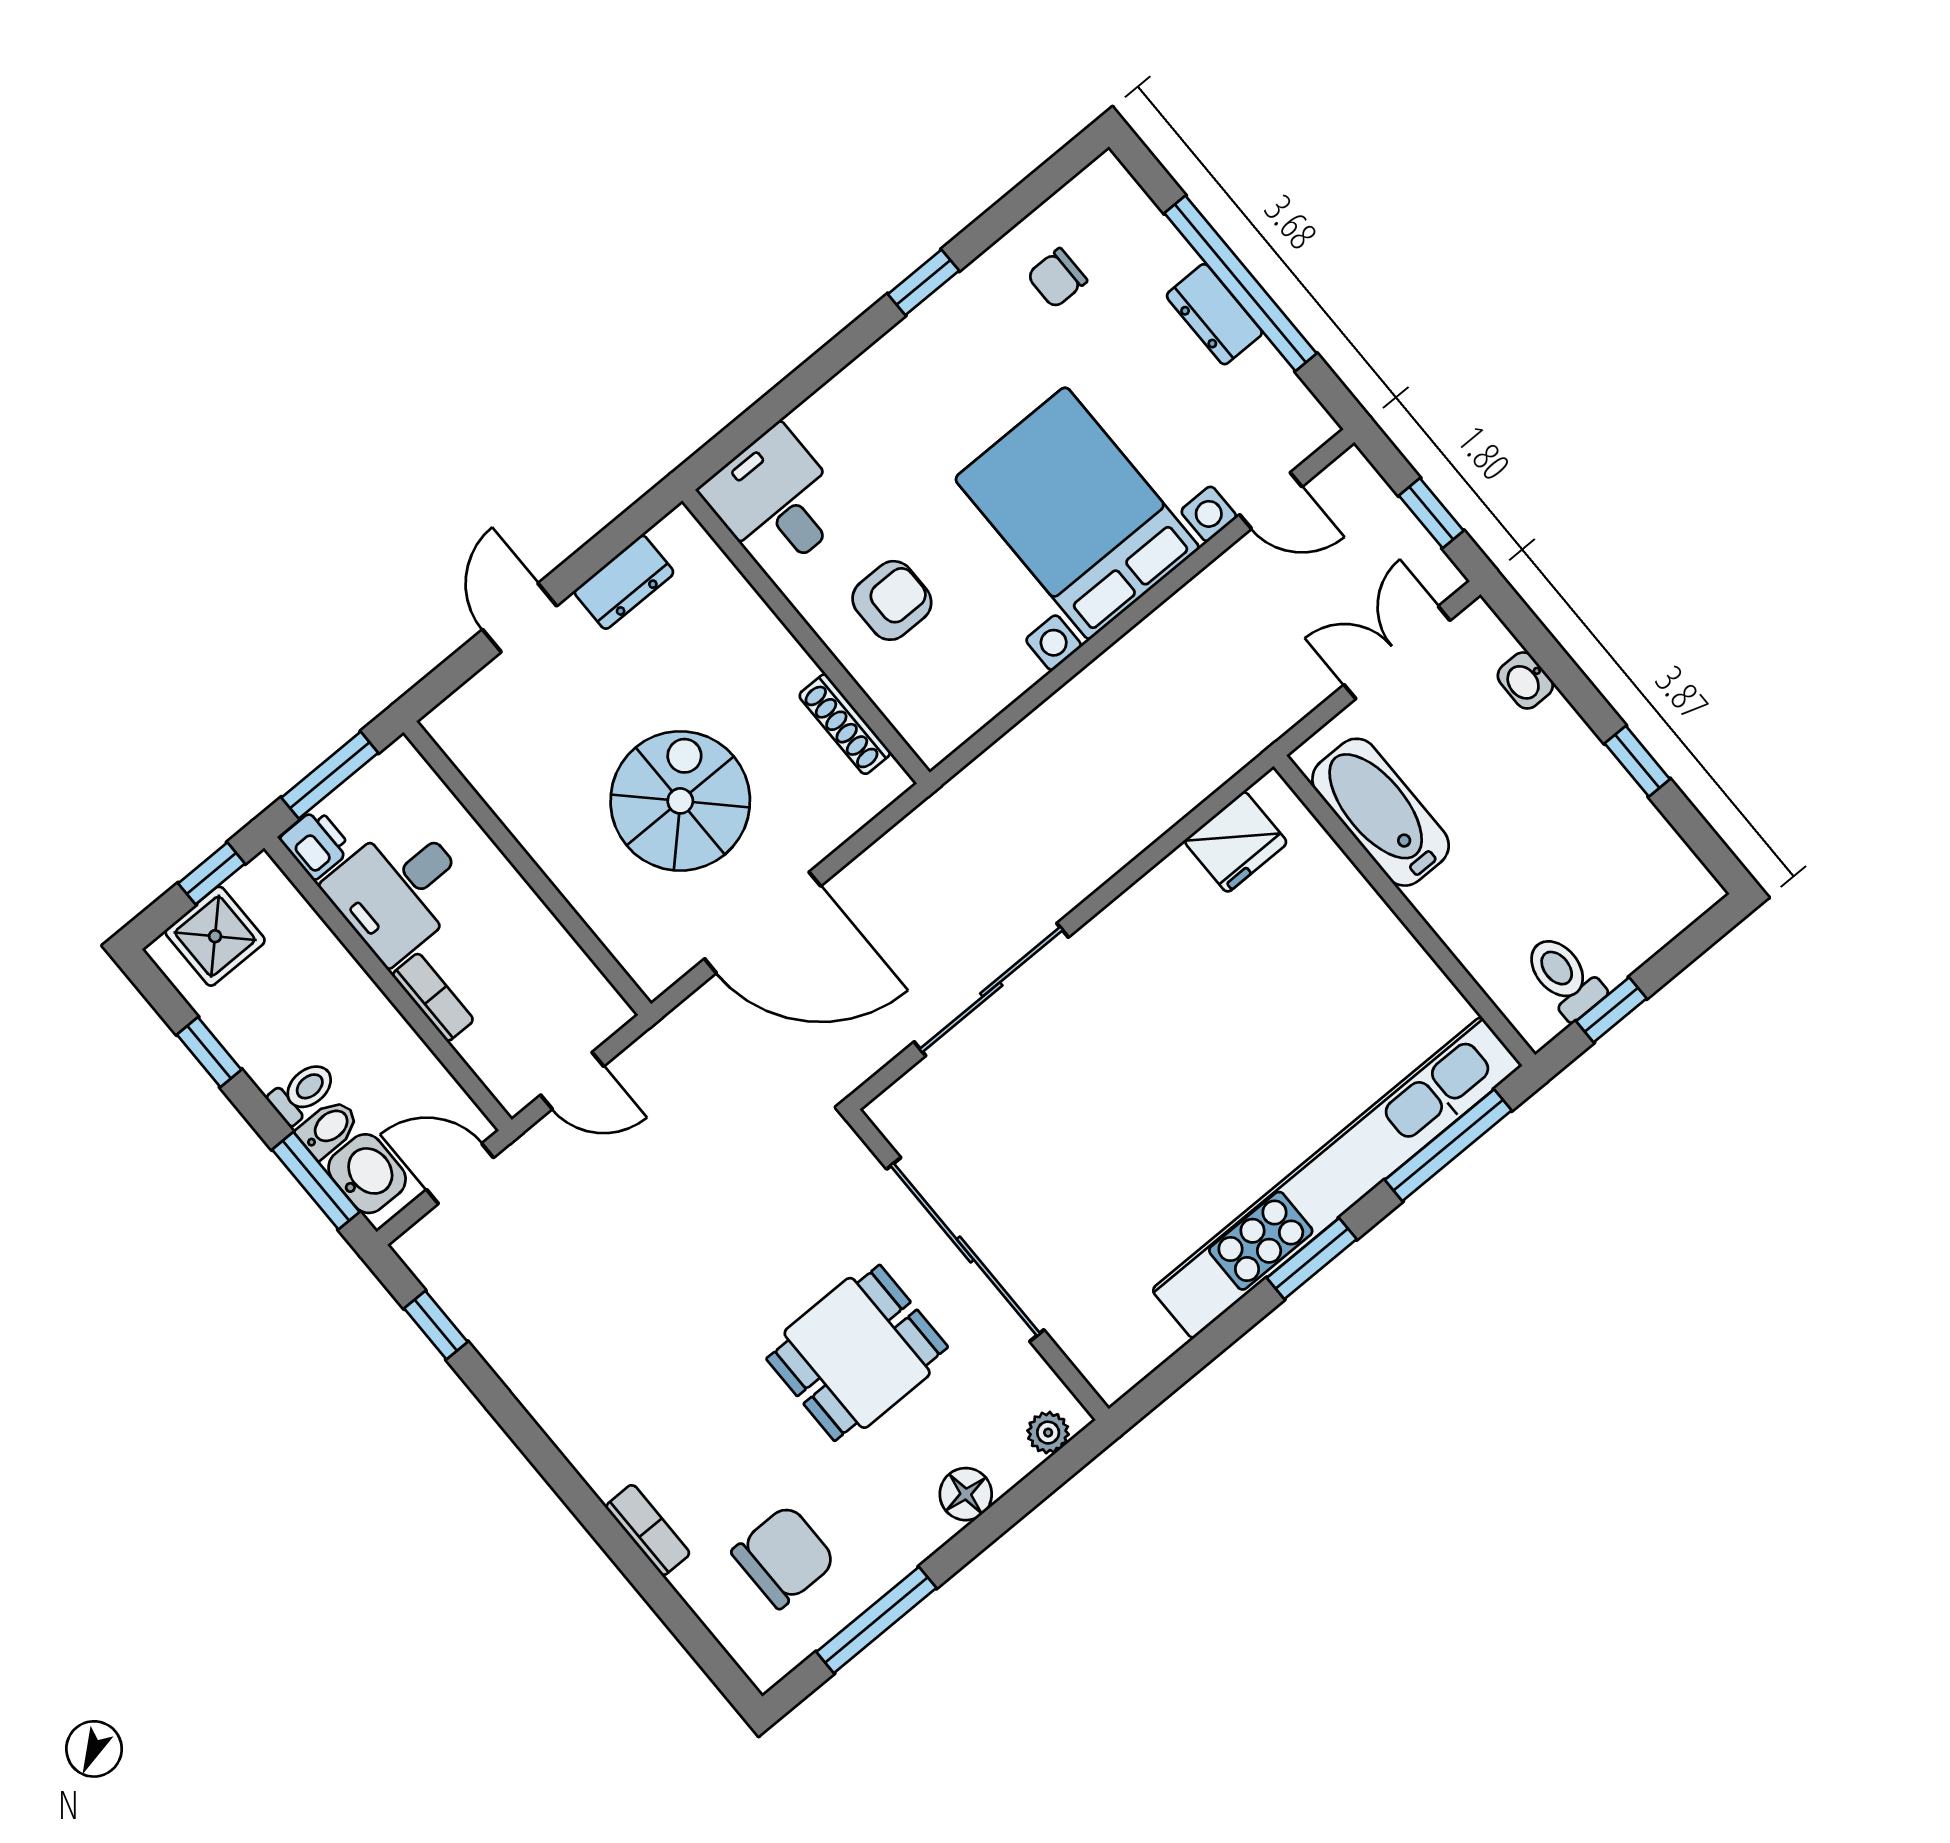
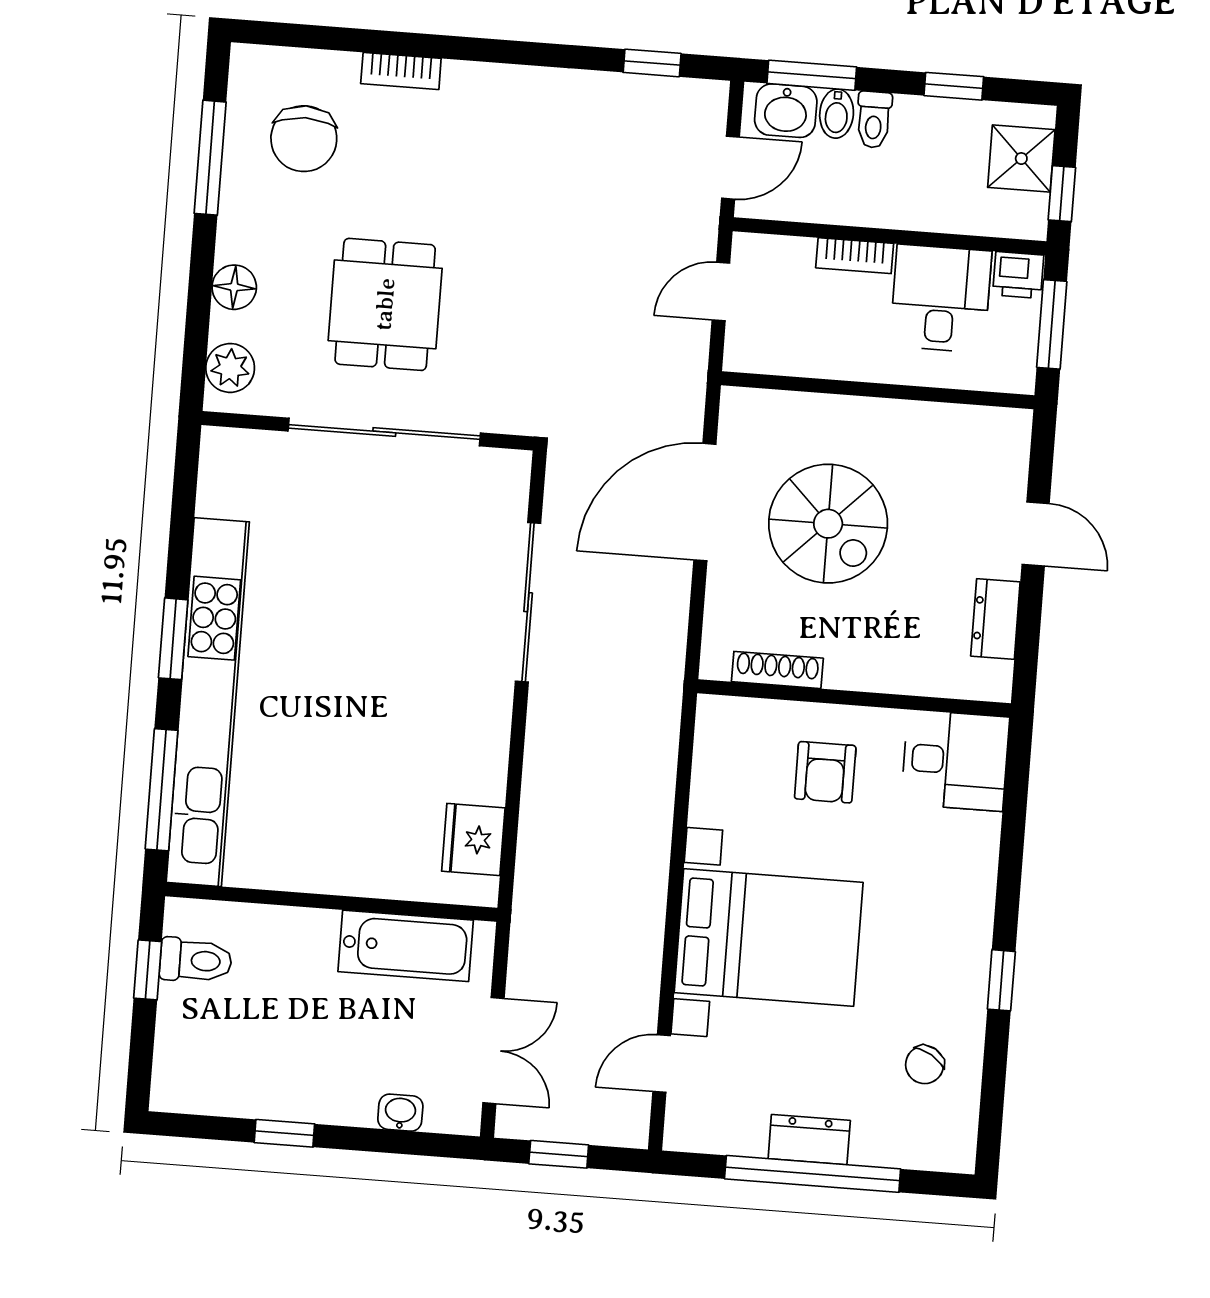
chair: (1057, 278) -> (925, 1065), turned -149
plant: (1048, 1433) -> (230, 368), width x1.38, depth x1.38

